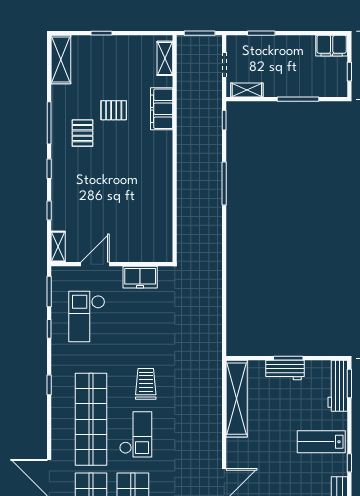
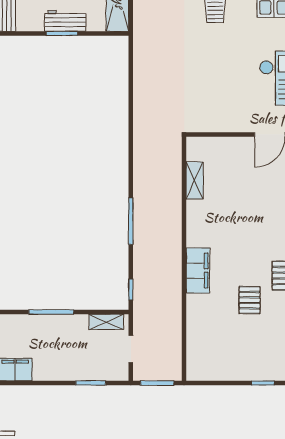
shelving: (165, 58) -> (195, 180), moved
filing cabinet: (162, 109) -> (198, 271), moved
pallet: (114, 110) -> (250, 300), turned 90
freezer: (140, 277) -> (221, 121), removed

